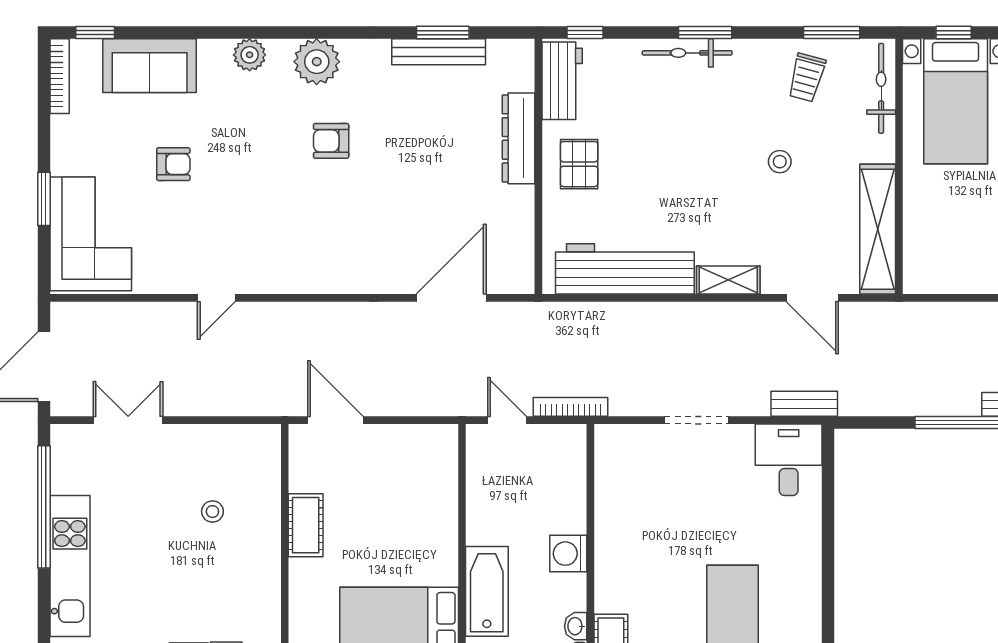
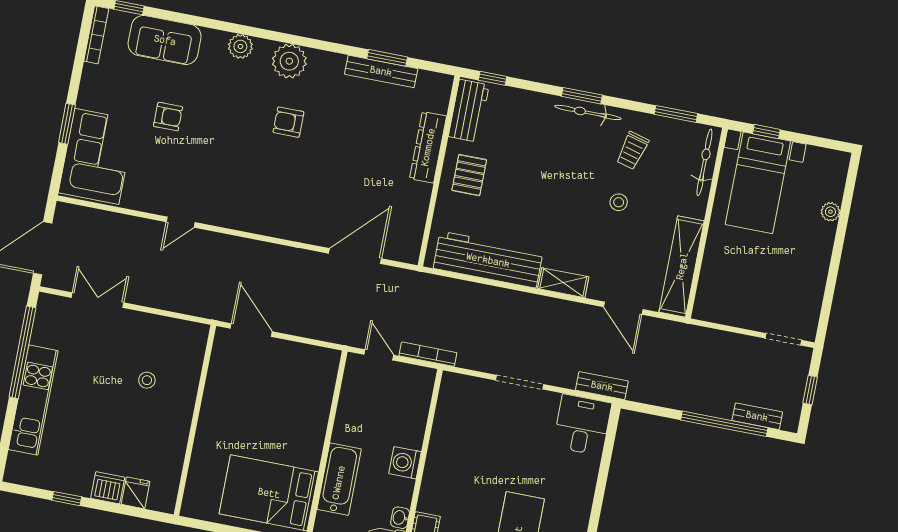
bicycle: (687, 53) -> (588, 112), moved
trolley: (807, 78) -> (632, 151), moved
cot: (306, 525) -> (214, 404), removed

